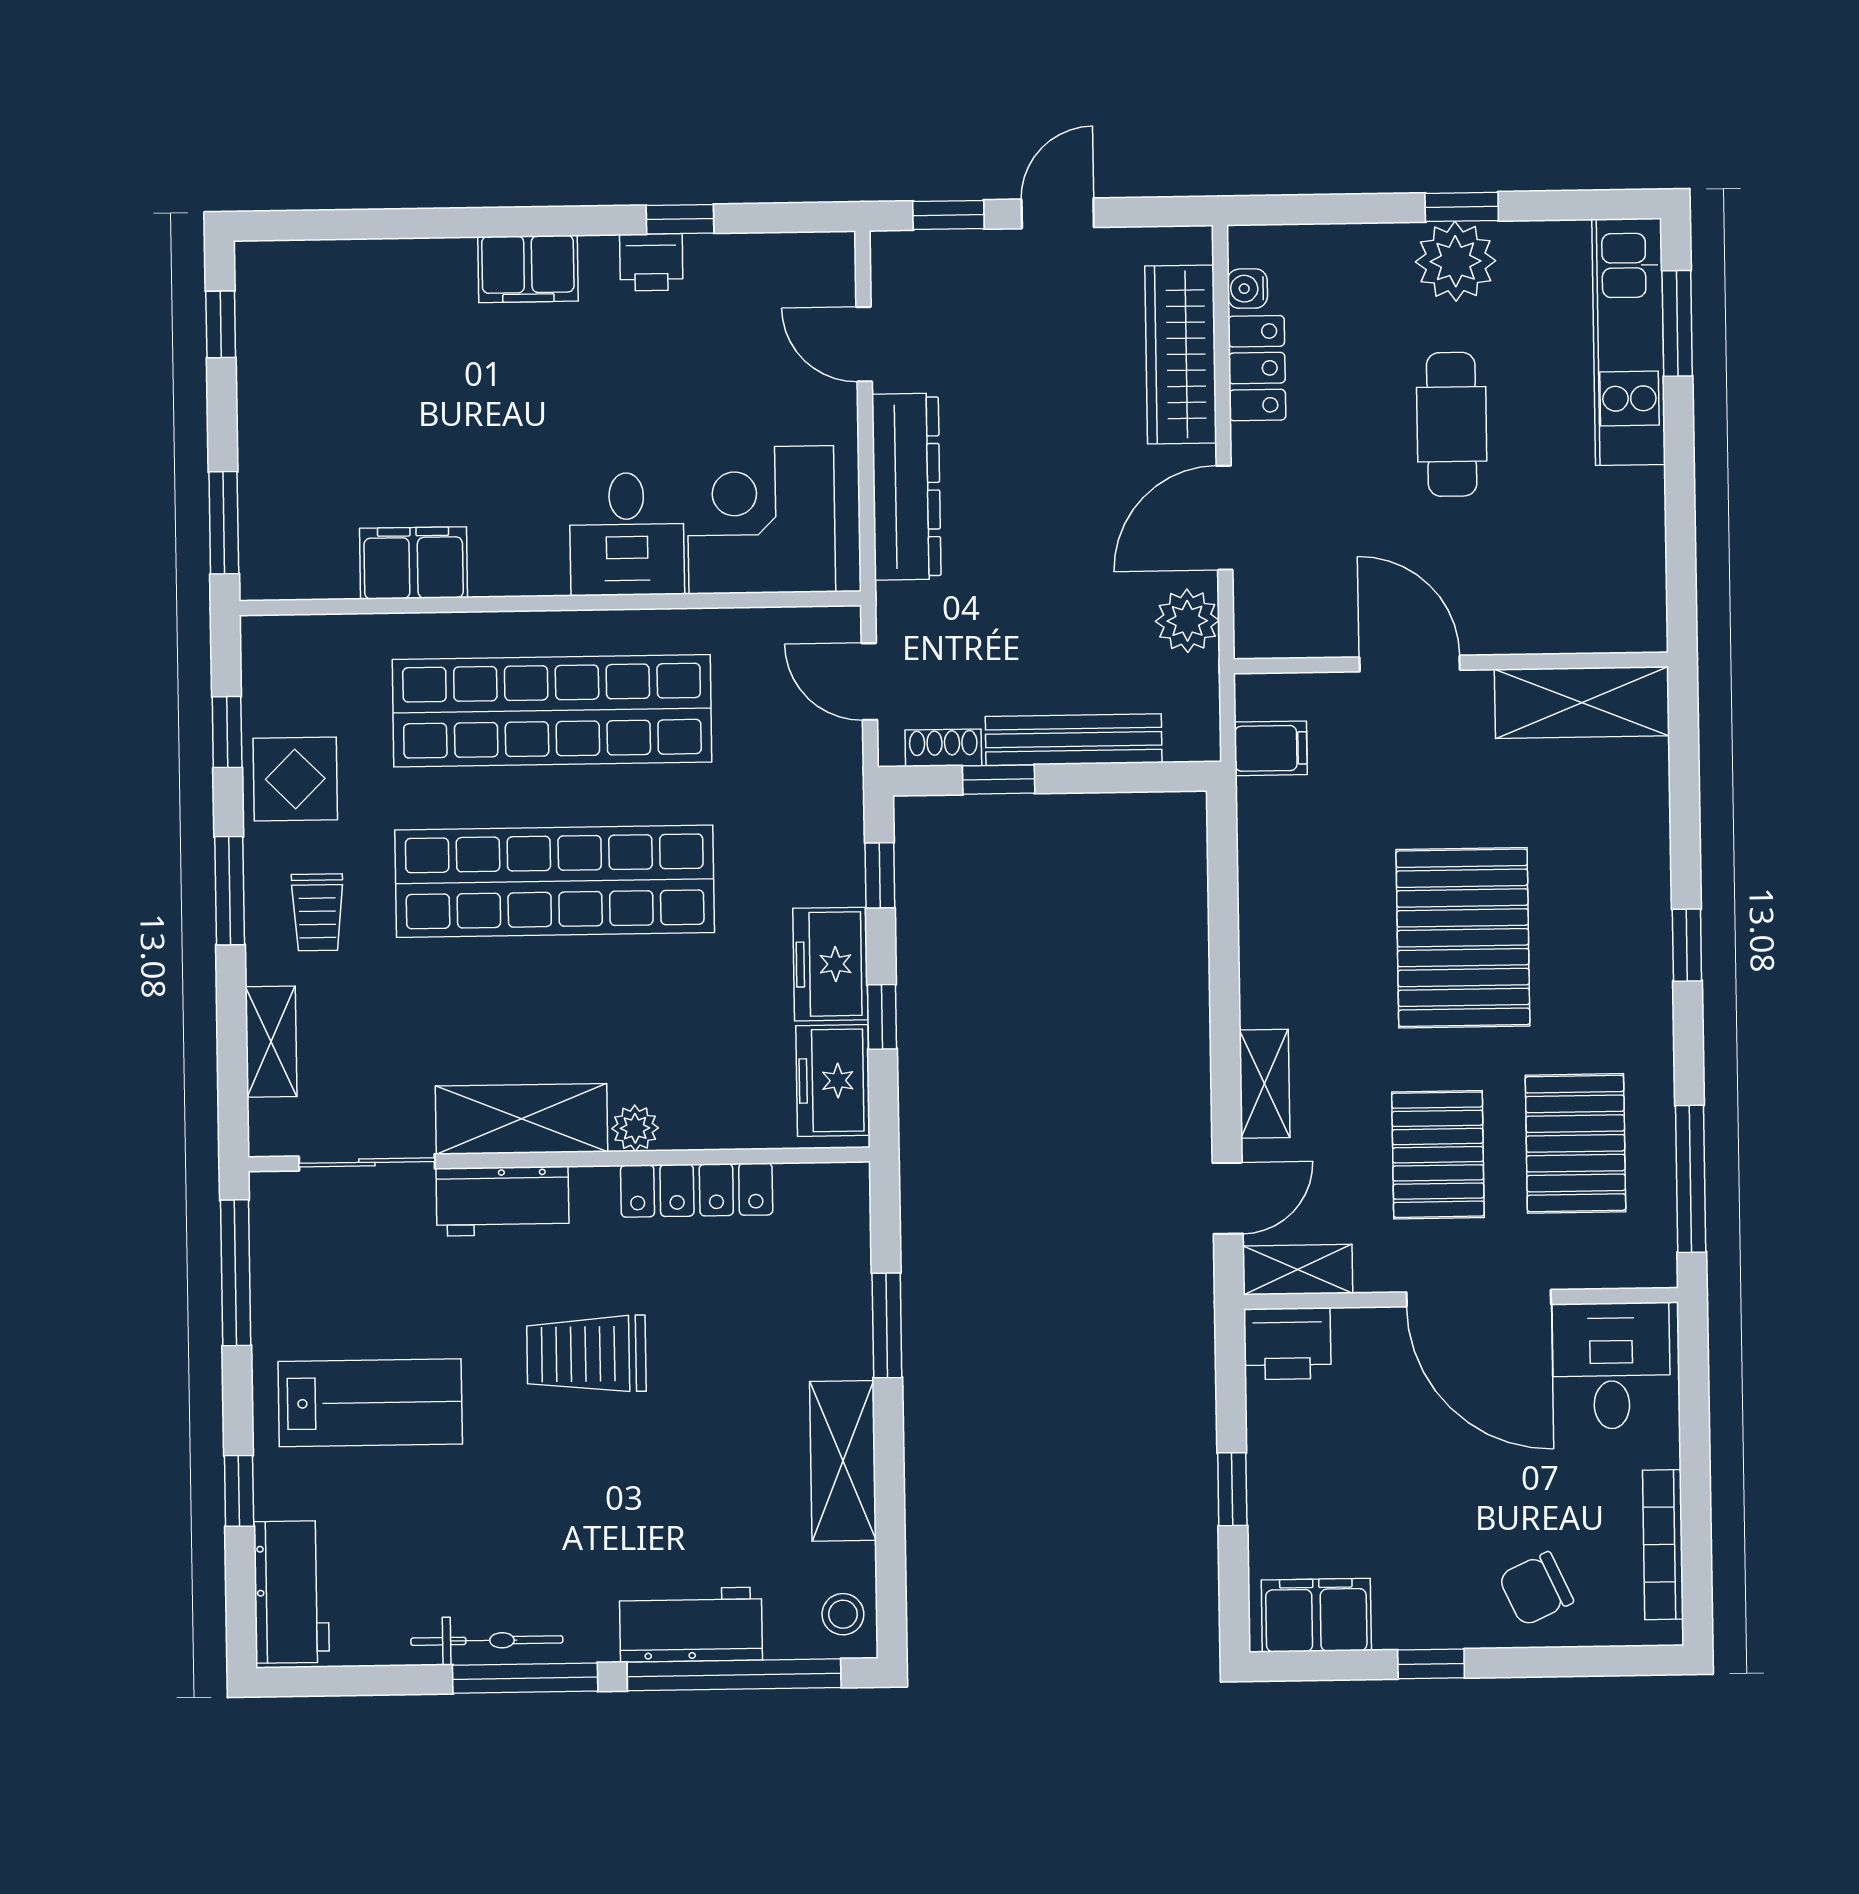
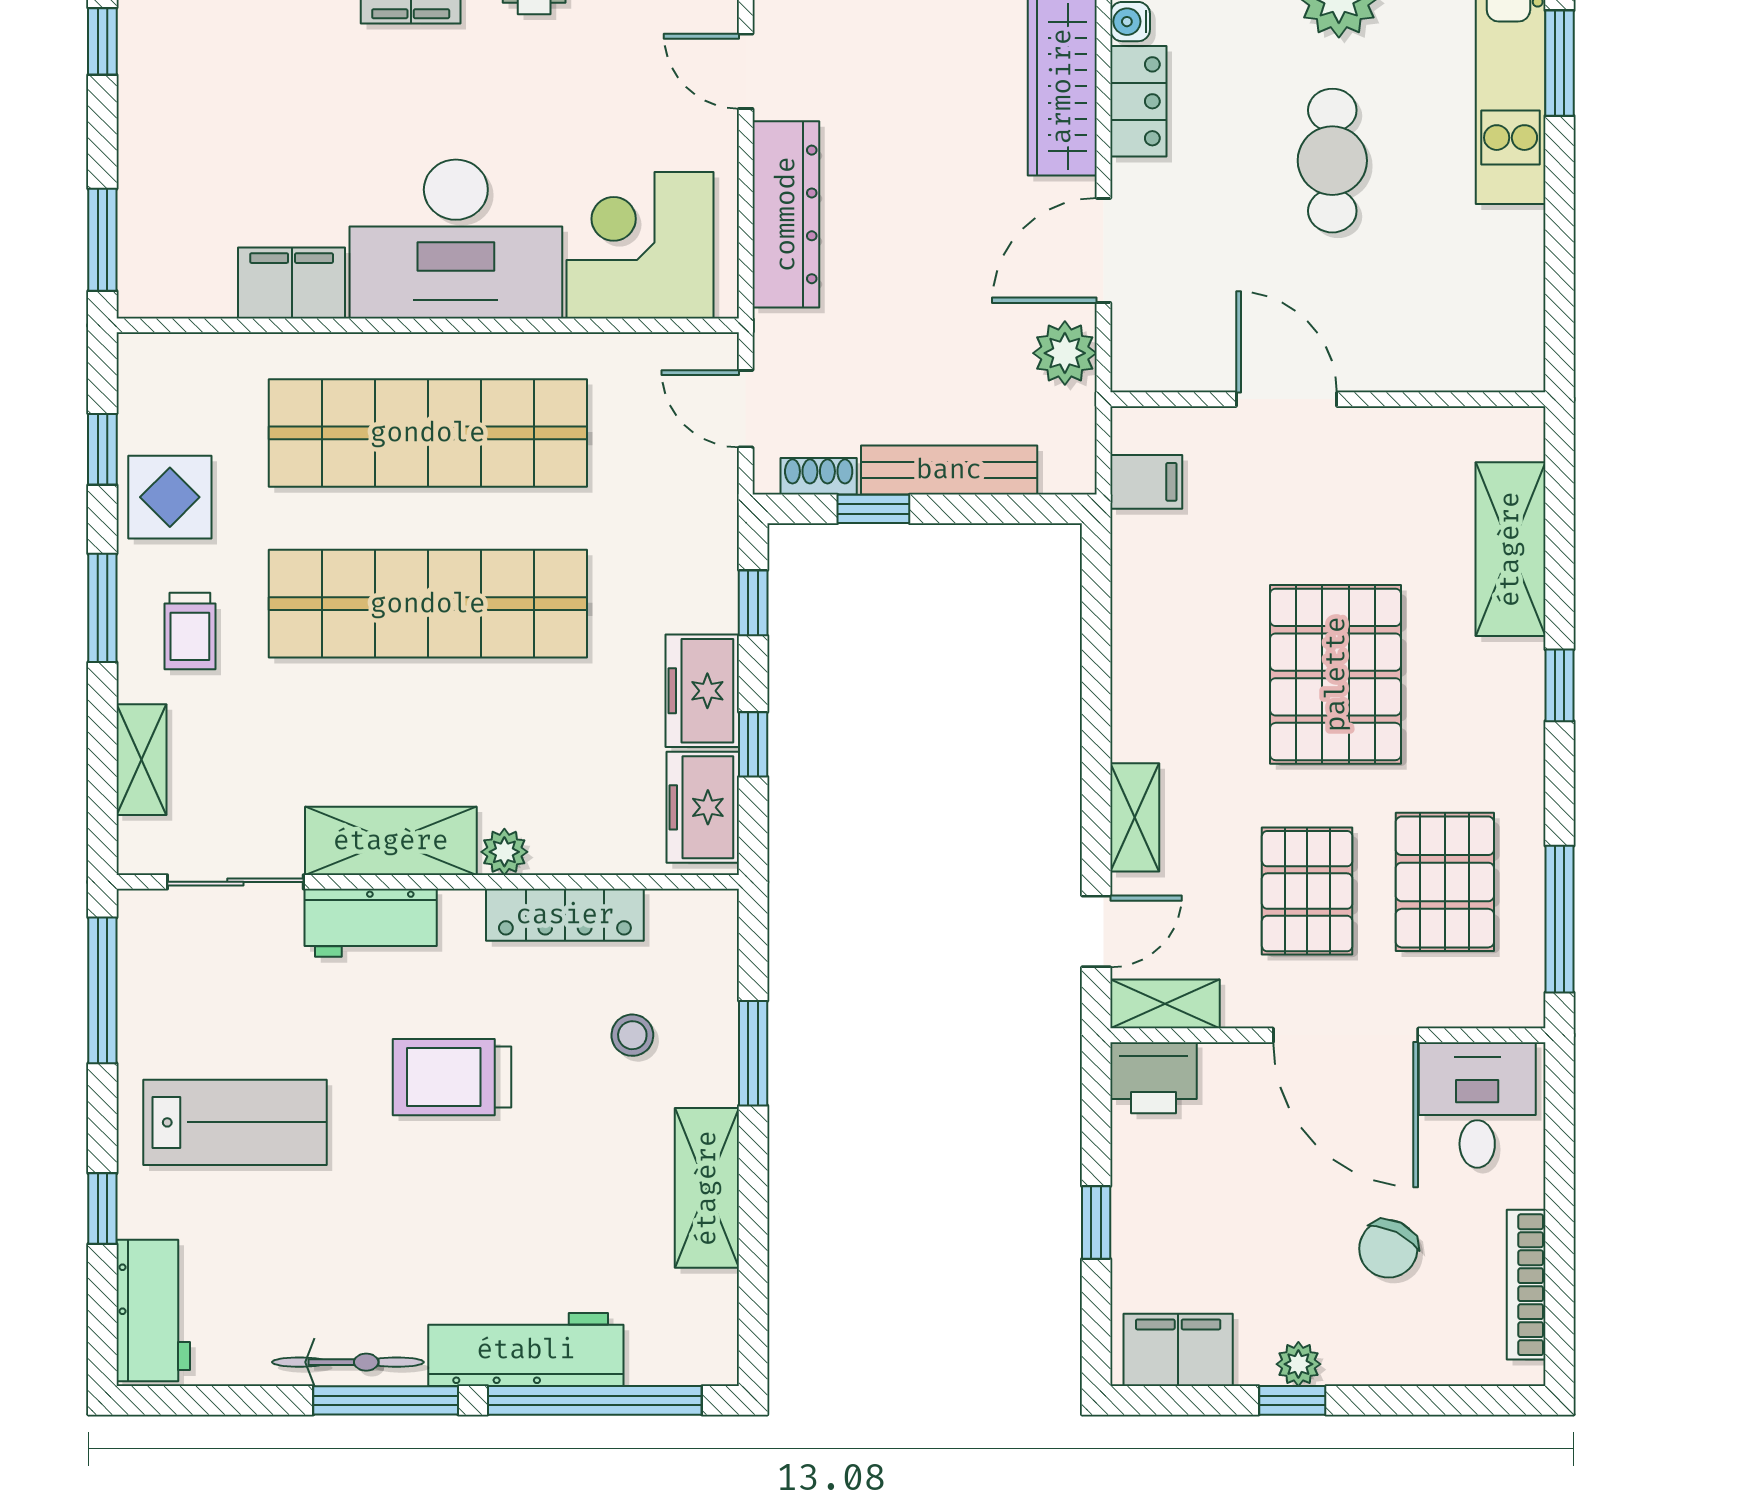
desk: (627, 534) -> (456, 239), width x1.87, depth x1.30
shelving: (1582, 702) -> (1510, 549), moved, turned 90
chair: (1536, 1589) -> (1388, 1249), moved, turned -39
stool: (843, 1614) -> (632, 1035), moved
workbench: (691, 1625) -> (526, 1350), width x1.38
plant: (1437, 1628) -> (1298, 1364), added

